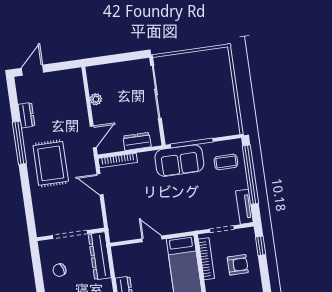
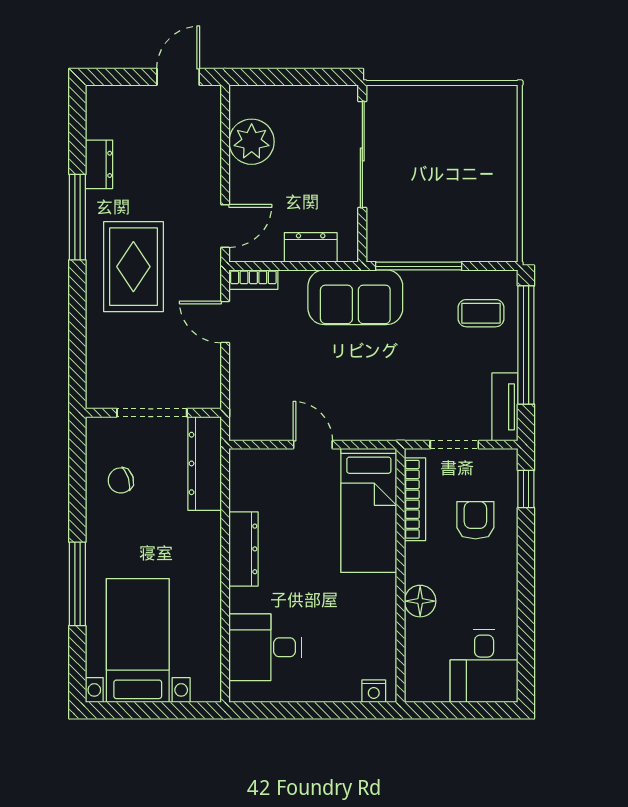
door: (32, 70) -> (178, 77), moved
plant: (96, 99) -> (252, 142), width x1.88, depth x1.88
bookcase: (118, 160) -> (253, 280), width x0.64
sofa: (179, 161) -> (355, 297), moved
armchair: (238, 265) -> (475, 520), turned -90

